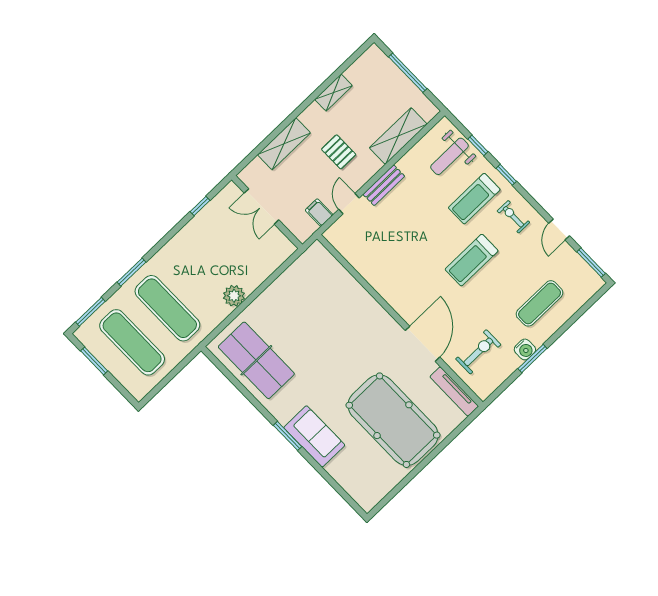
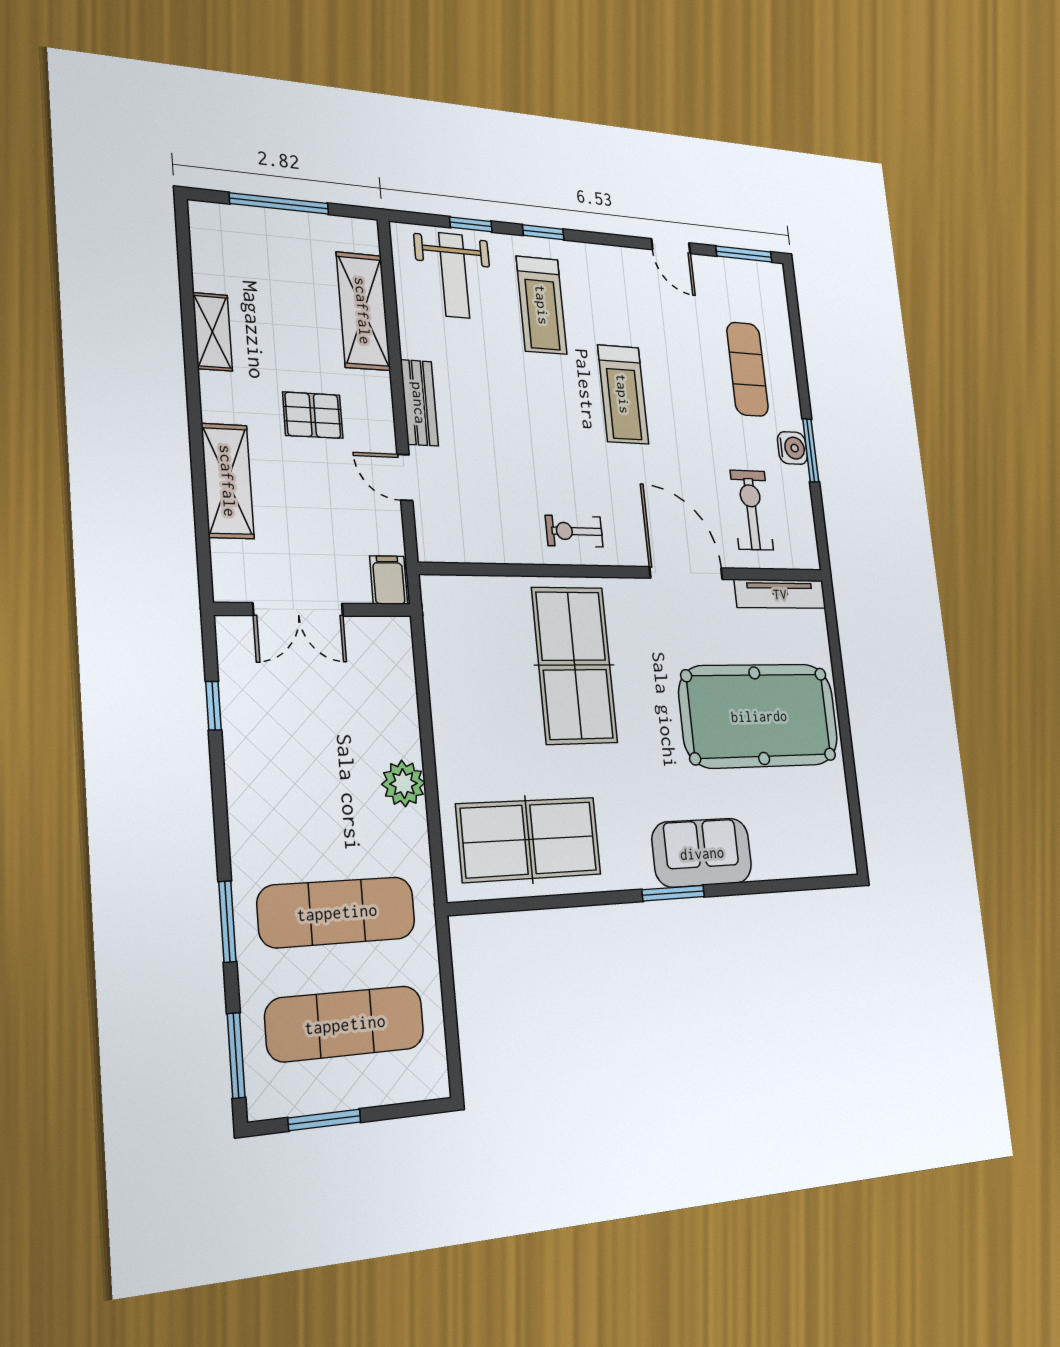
filing cabinet: (319, 213) -> (389, 580), moved, turned 90
exercise bike: (513, 217) -> (574, 531), moved
table tennis table: (340, 326) -> (574, 665), added

